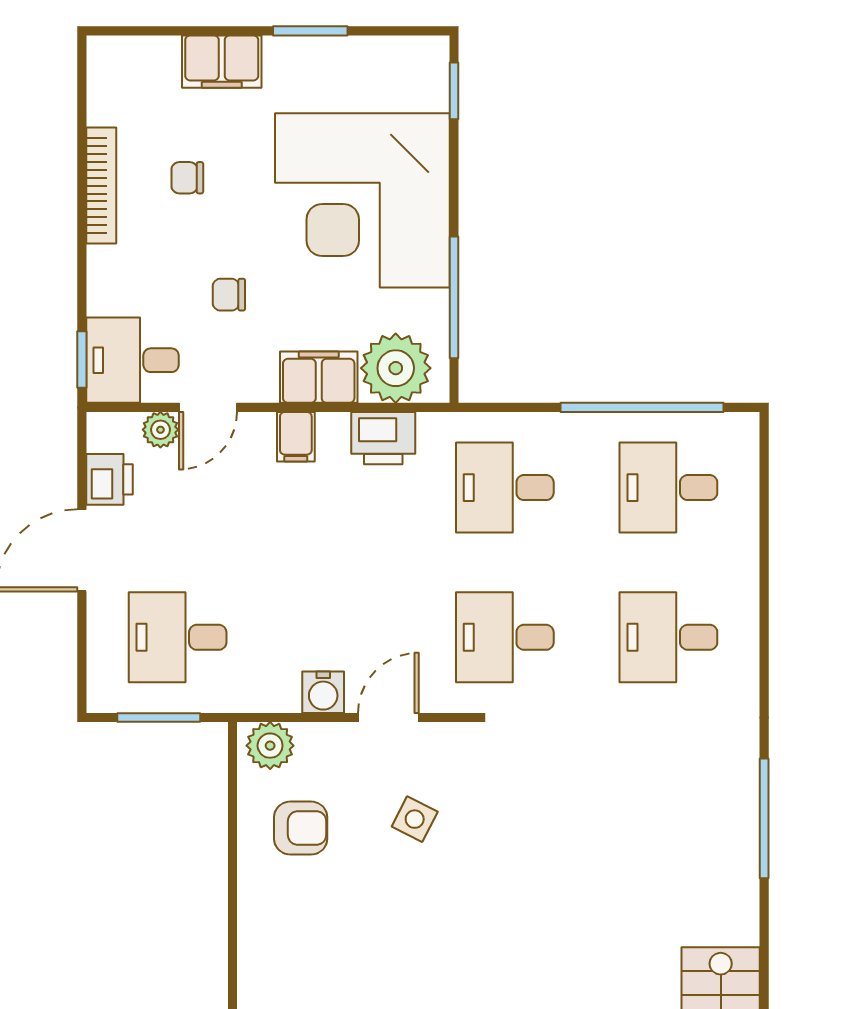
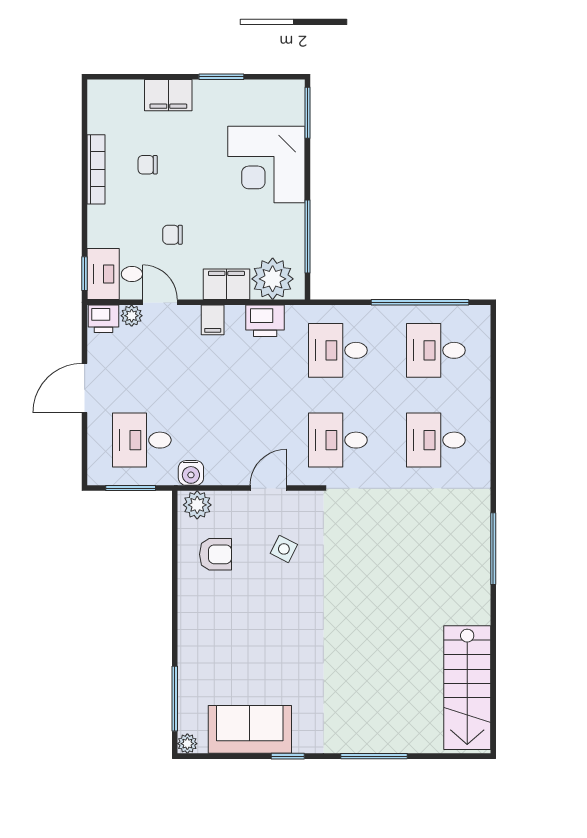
window: (454, 91) -> (307, 113), width x1.50
corner desk: (362, 200) -> (266, 164), width x0.74, depth x0.74
door: (208, 407) -> (160, 302), swing flipped
printer: (109, 479) -> (104, 319), moved, turned 90
water cooler: (323, 692) -> (191, 473), moved

